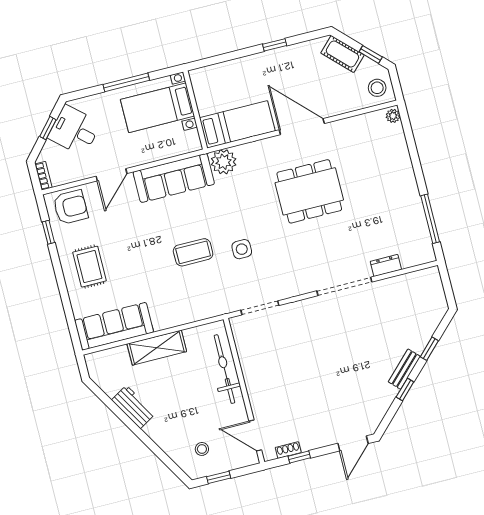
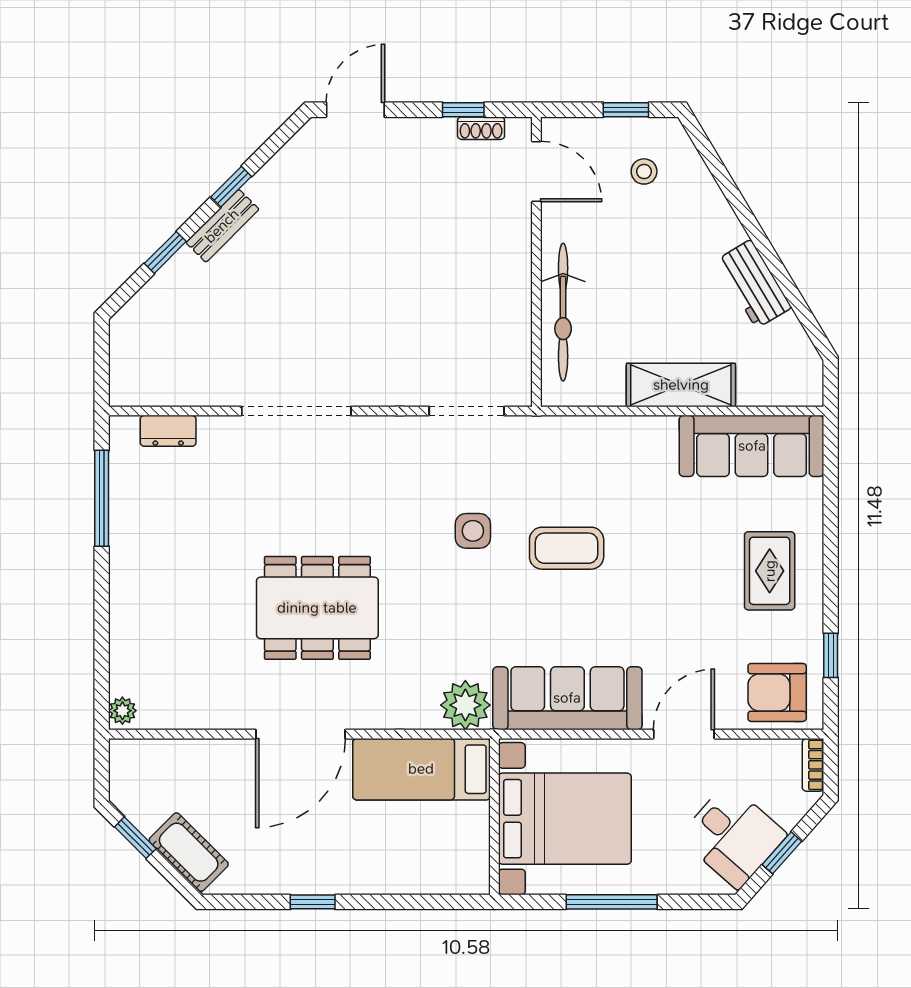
stool: (377, 88) -> (139, 771), removed
bed with nightstands: (157, 108) -> (565, 819), width x1.36
door: (302, 127) -> (300, 734), hinge flipped
dresser: (386, 265) -> (168, 431), moved

